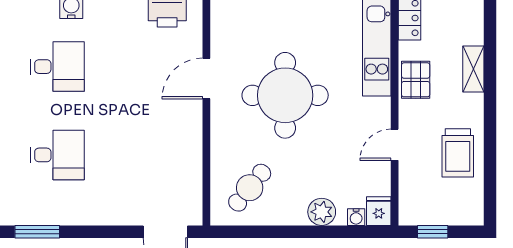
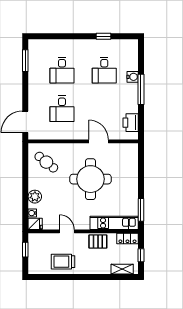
shelving: (473, 69) -> (122, 269), moved
desk: (138, 155) -> (62, 109), added

